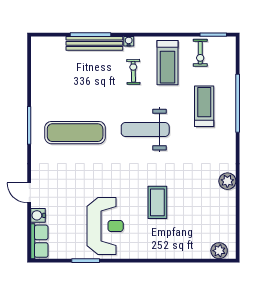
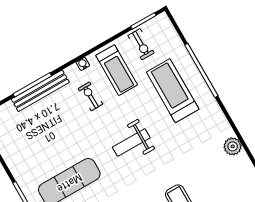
water cooler: (129, 41) -> (83, 64), moved
treadmill: (204, 106) -> (173, 91), width x1.37, depth x1.38
weight bench: (145, 130) -> (131, 143), width x0.73, depth x0.75

